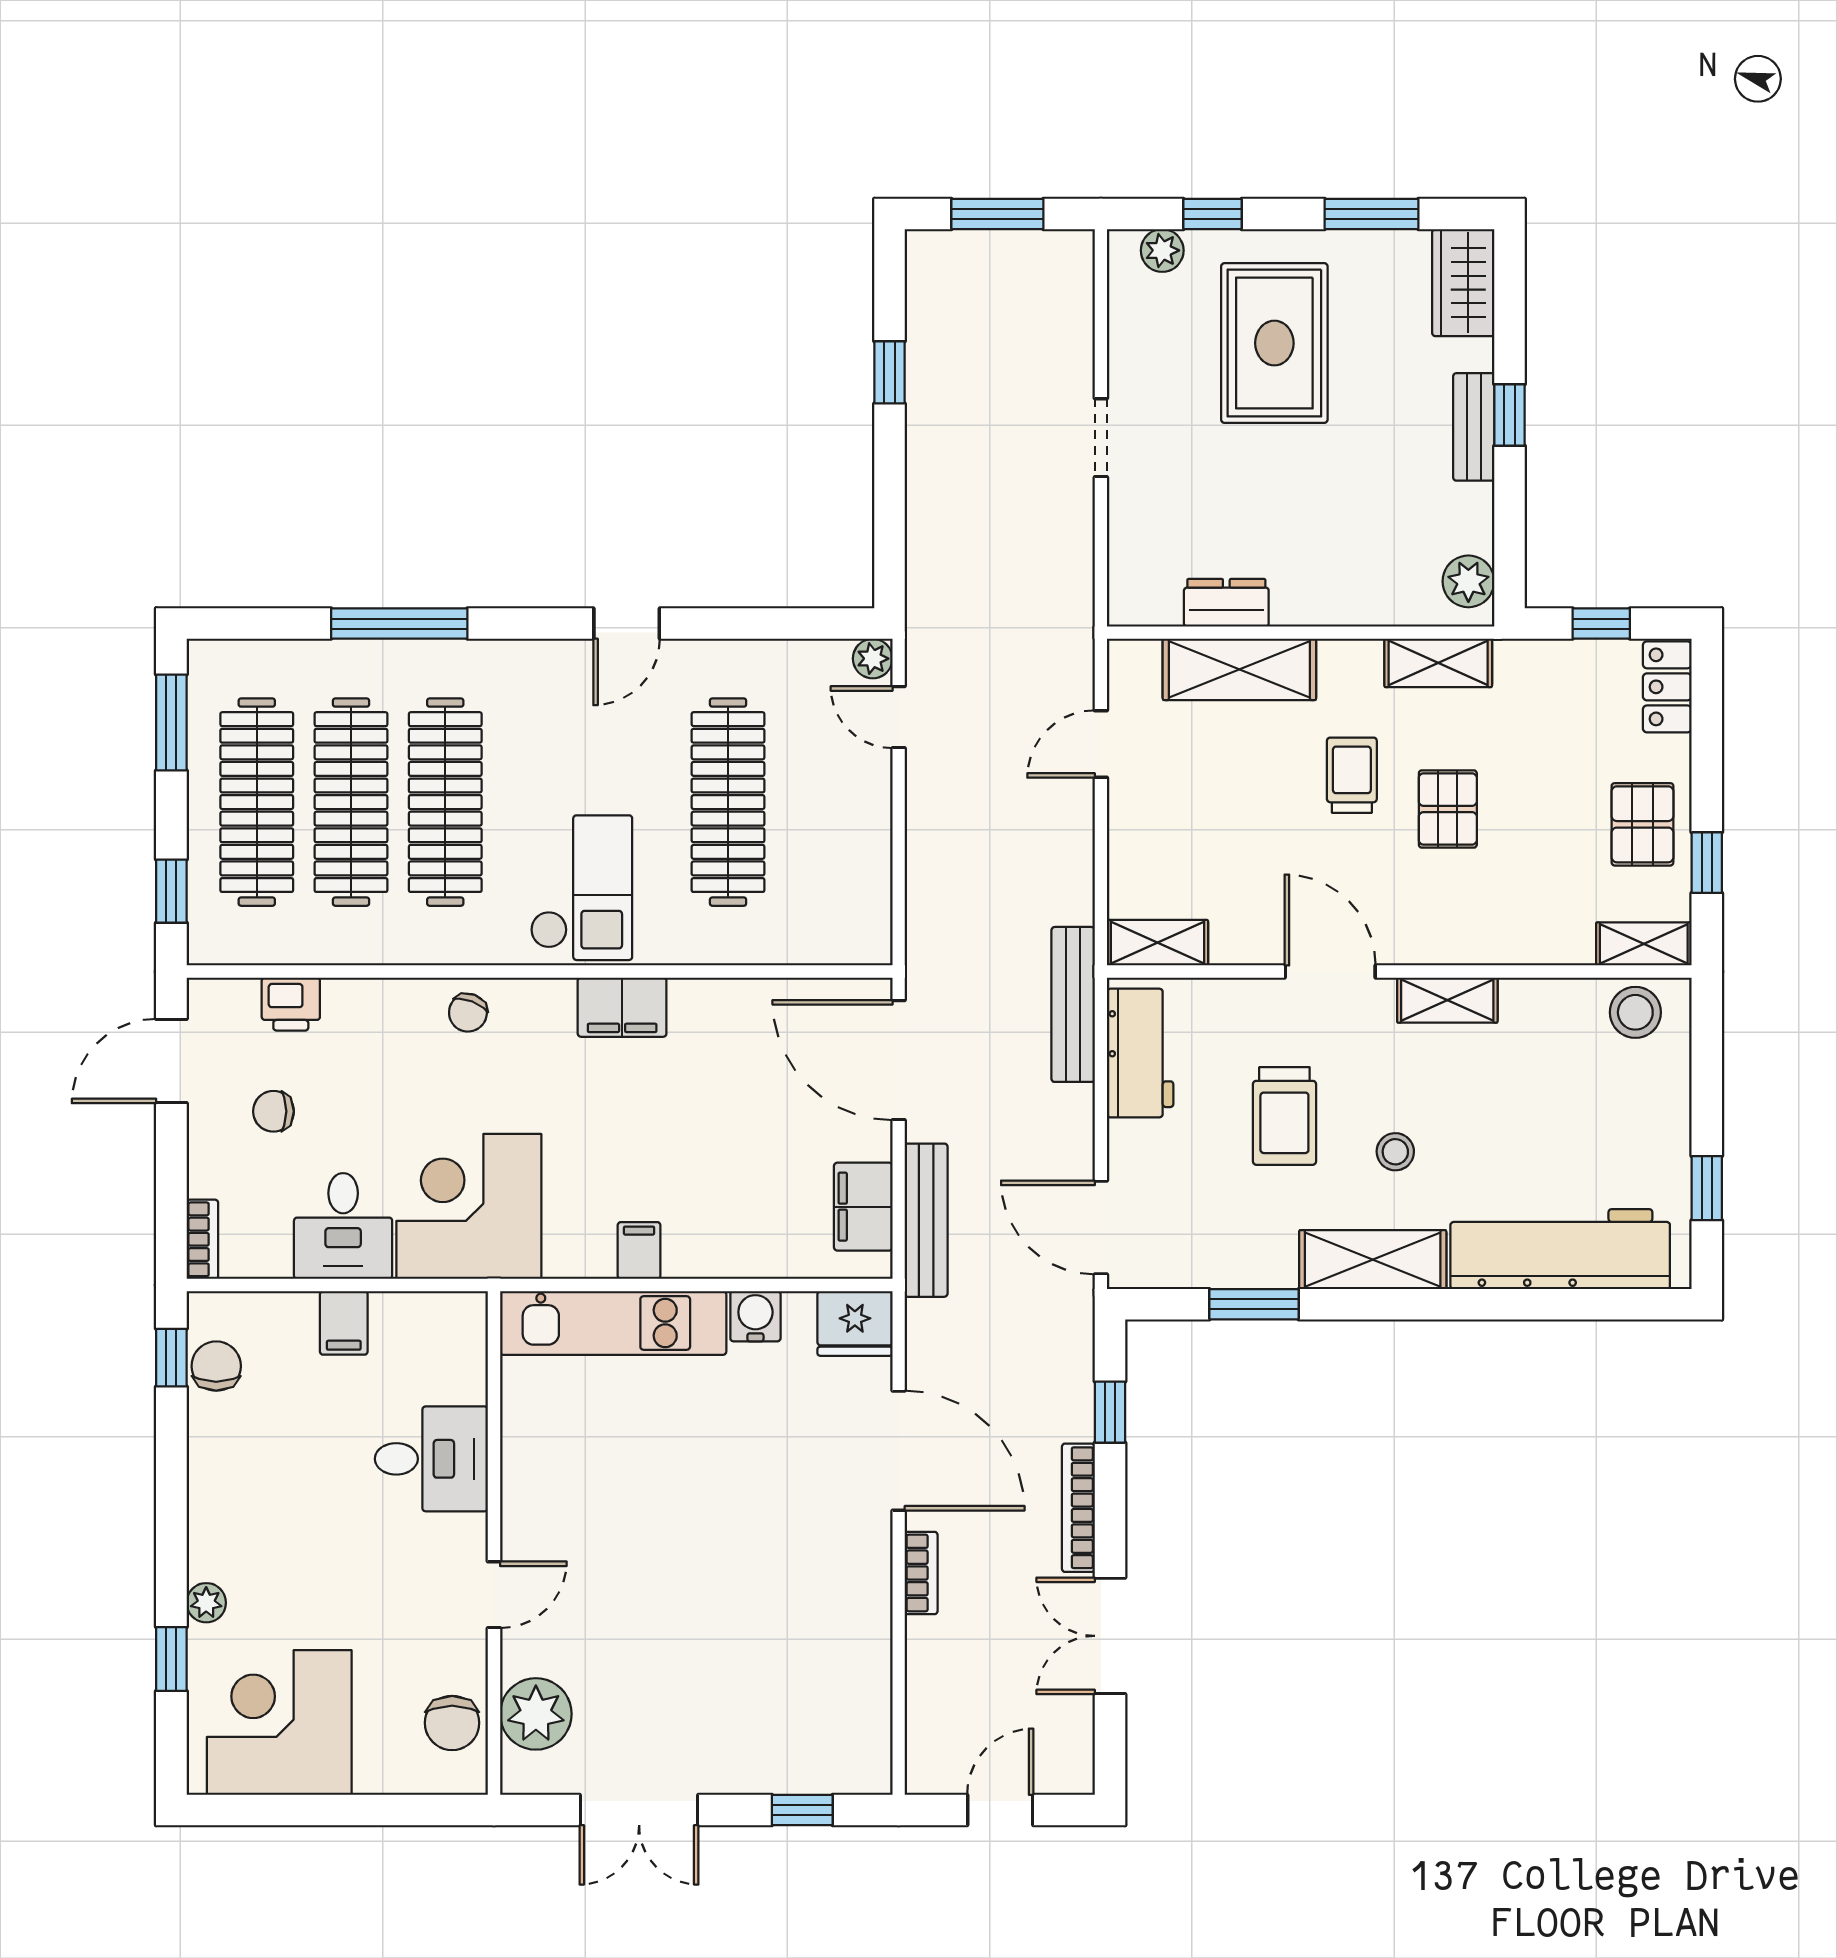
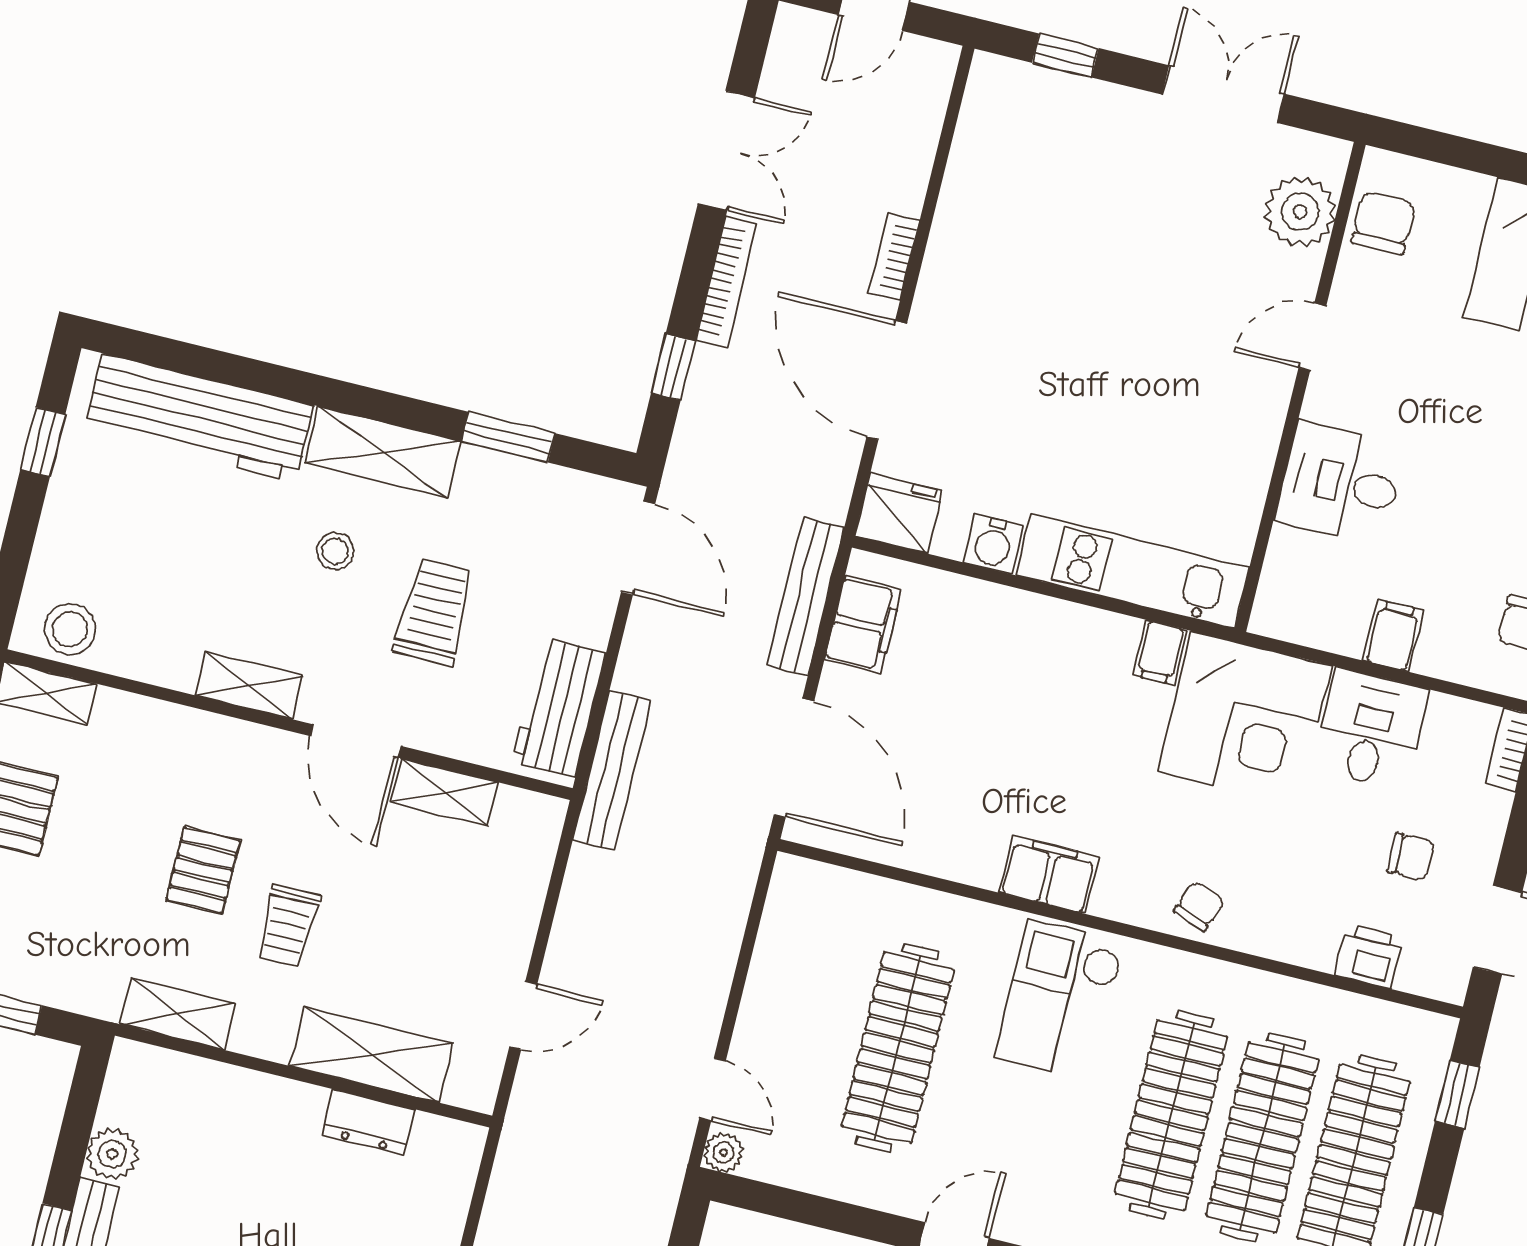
plant: (1468, 581) -> (112, 1154), moved
shelving: (1157, 943) -> (444, 792), moved
filing cabinet: (639, 1251) -> (1160, 652), moved

